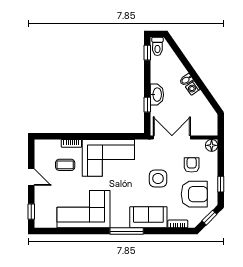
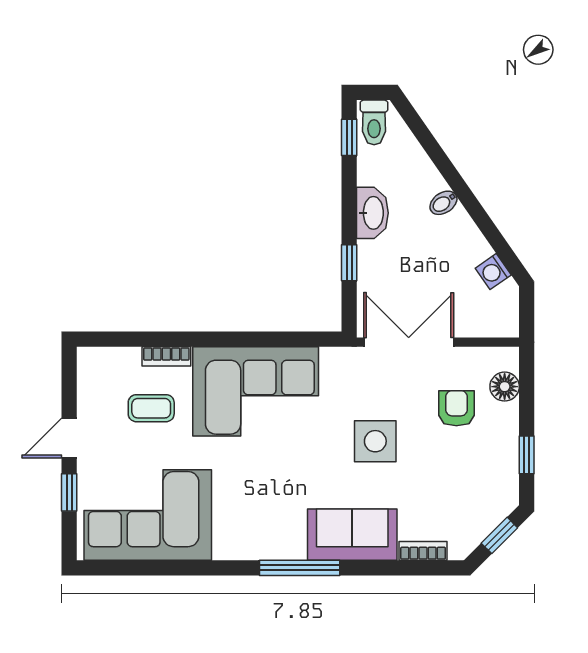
washing machine: (193, 88) -> (493, 272), moved
washbasin: (157, 95) -> (372, 213), moved
floor lamp: (212, 145) -> (505, 387), moved
door: (31, 177) -> (69, 438), swing flipped
armchair: (194, 194) -> (463, 479), removed
corner sofa: (83, 209) -> (148, 515), moved
window: (31, 212) -> (69, 492), moved

